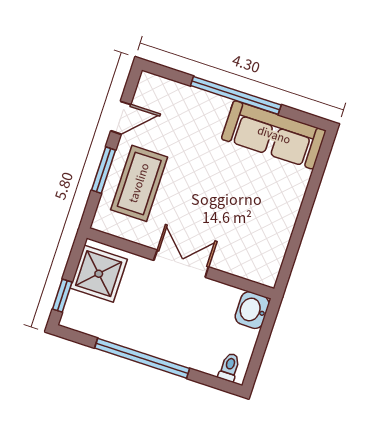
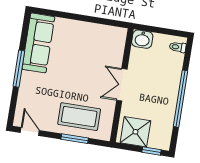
window: (236, 95) -> (19, 69), width x0.68
door: (121, 118) -> (30, 131), moved

